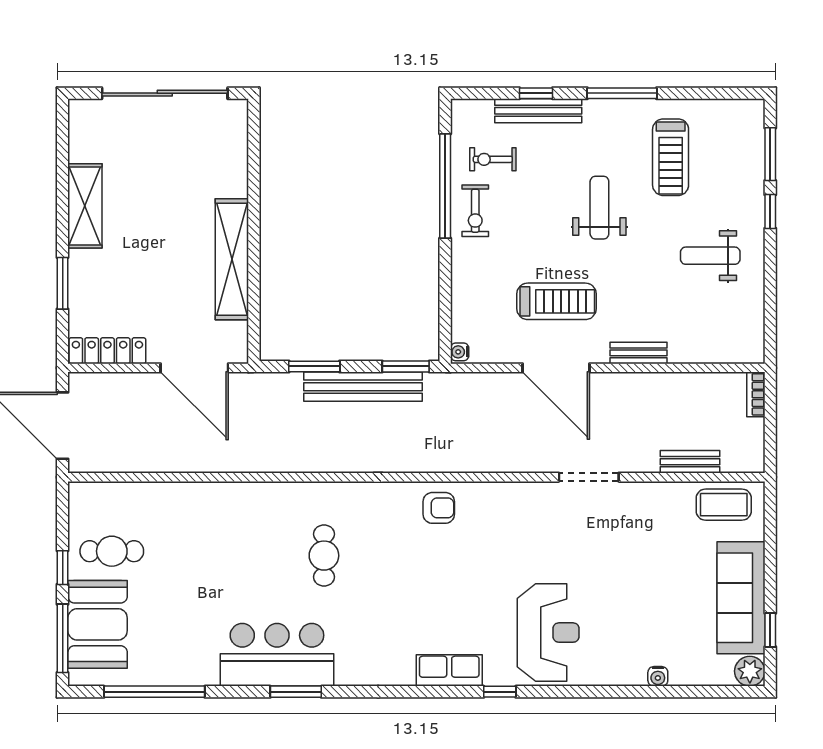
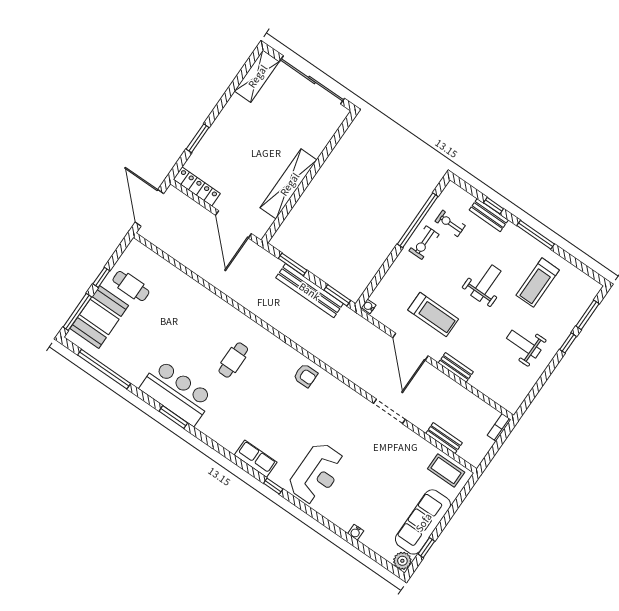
bench: (538, 111) -> (489, 215), width x0.73
shelving: (85, 206) -> (257, 76), moved

